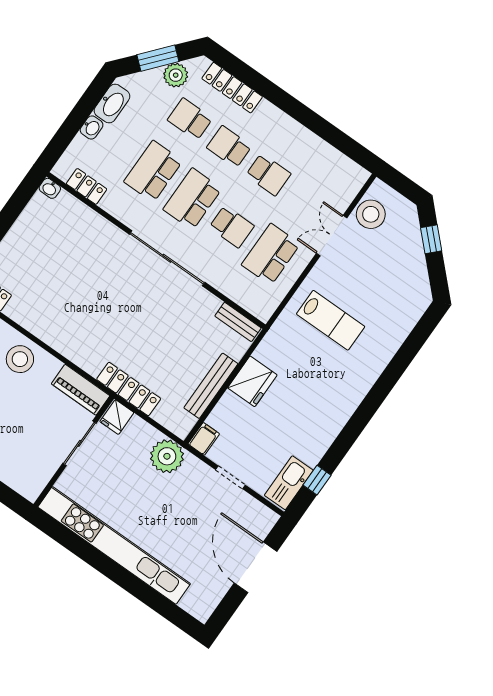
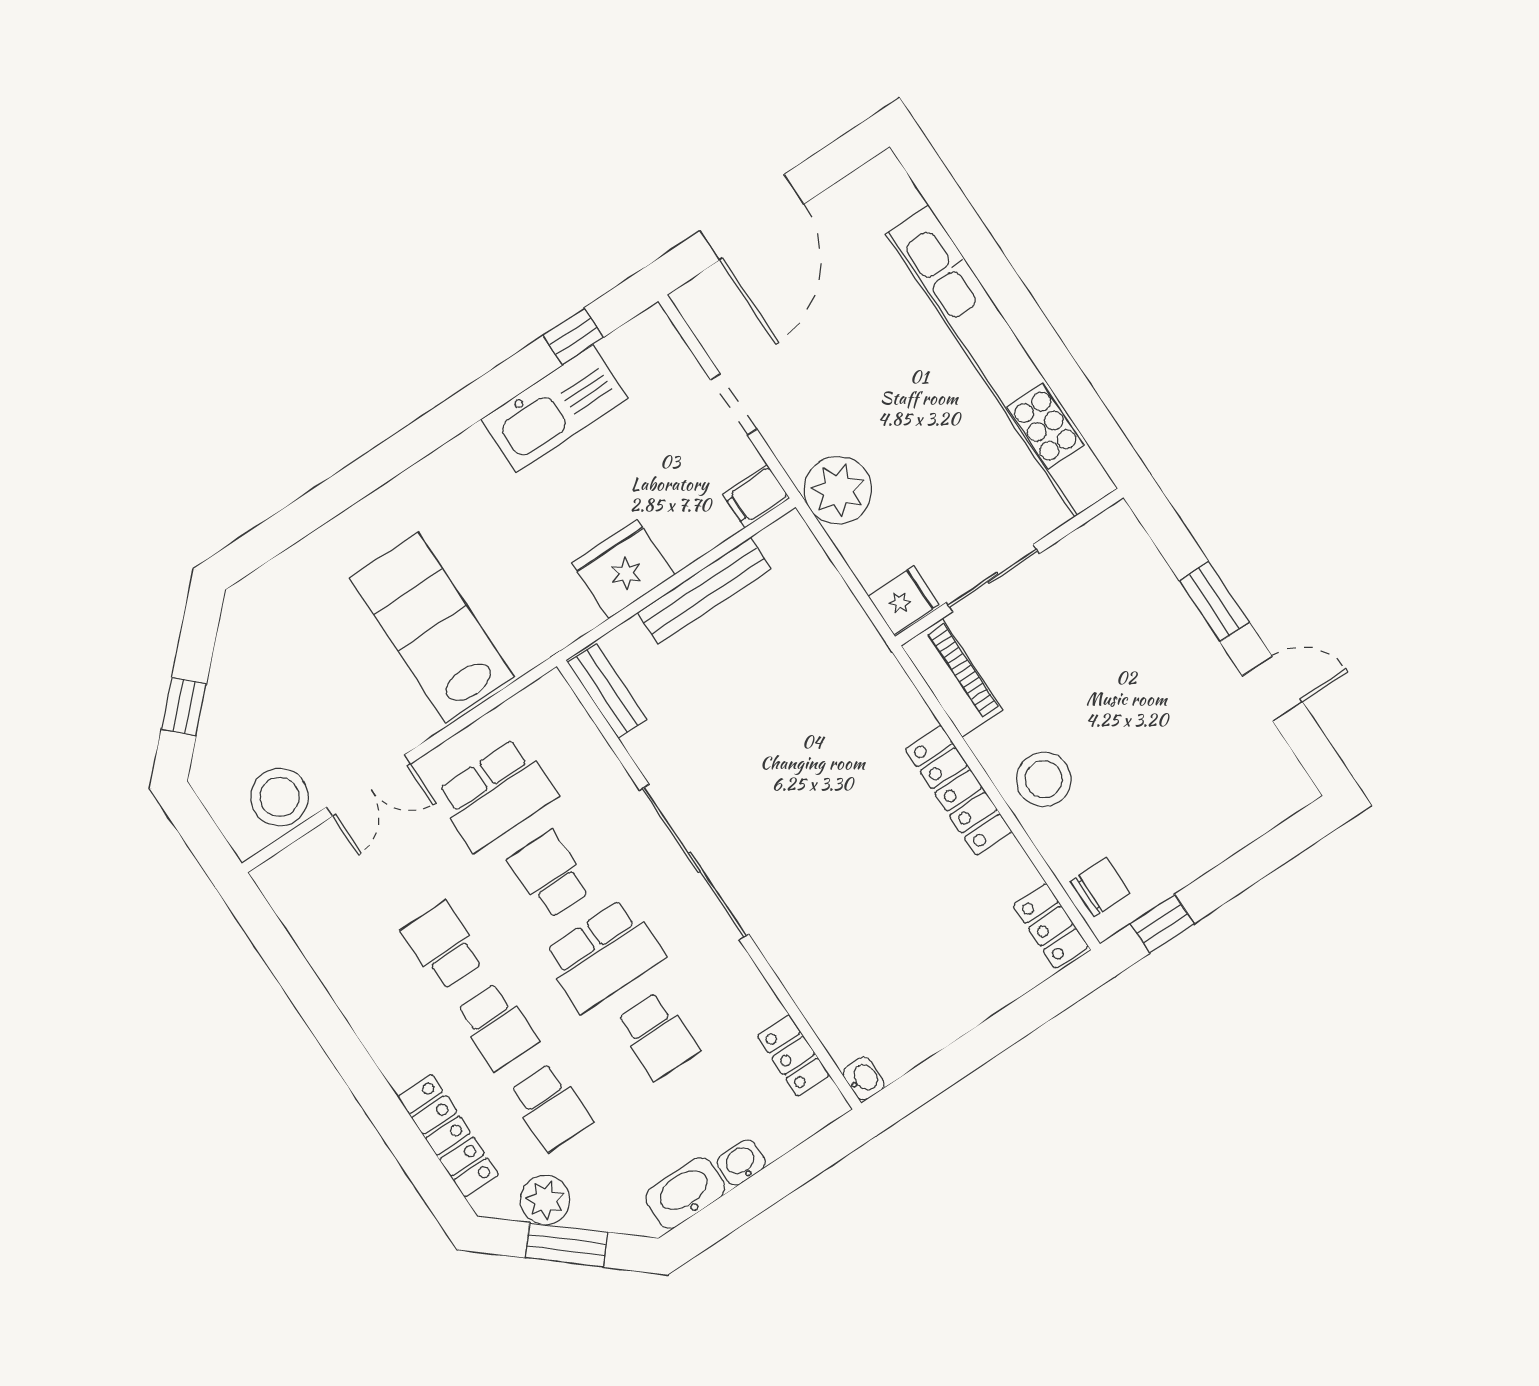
school desk: (153, 171) -> (657, 1036), width x0.54
lab bench: (331, 320) -> (432, 627), width x1.36, depth x1.39
locker: (129, 389) -> (958, 790), moved
kitchen sink: (289, 483) -> (555, 409), moved, width x1.36, depth x1.24

